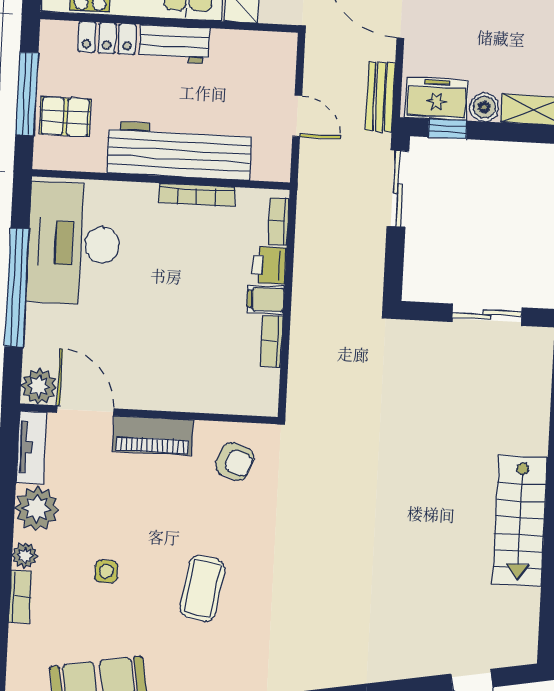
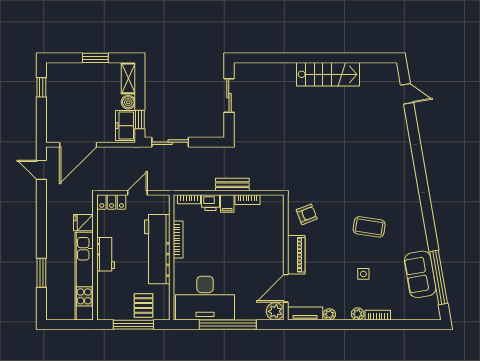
locker: (107, 38) -> (112, 202), moved, turned 90
bench: (380, 97) -> (232, 185), moved
armchair: (235, 461) -> (307, 214), turned 48
plant: (37, 509) -> (330, 314), width x0.53, depth x0.53

